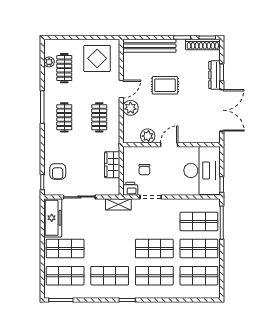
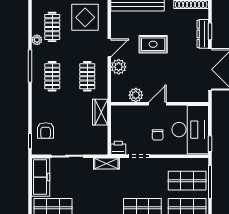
plant: (49, 62) -> (37, 40), moved
wardrobe: (112, 165) -> (100, 112), moved
chair: (144, 170) -> (158, 135), moved

